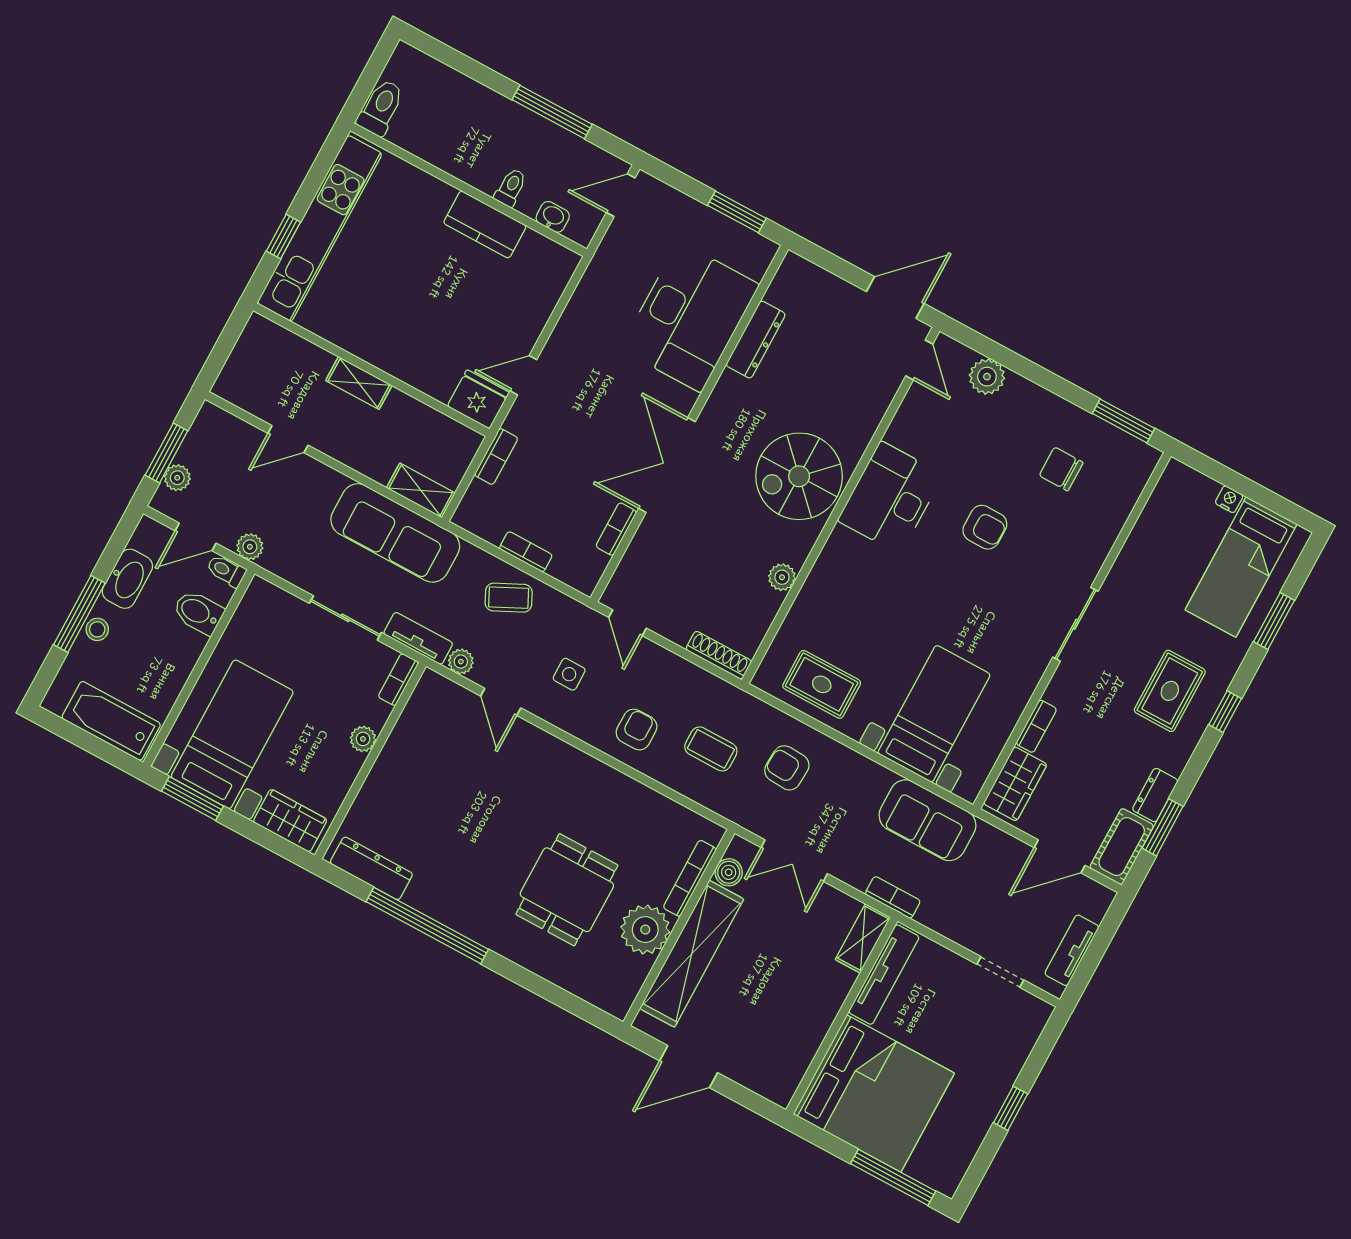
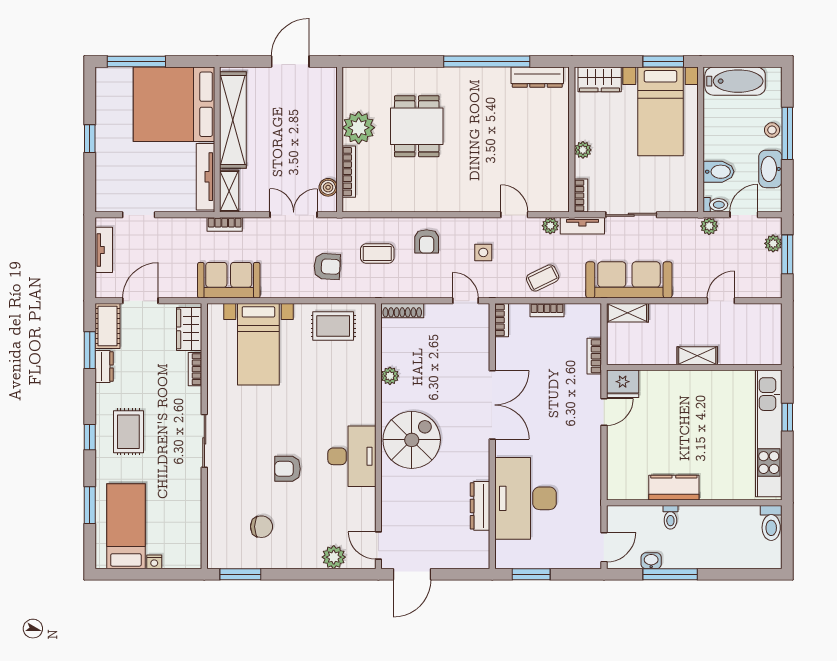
washbasin: (553, 217) -> (651, 561), moved, turned 180
bookcase: (616, 529) -> (502, 320), moved
shelving: (692, 954) -> (233, 120), moved

